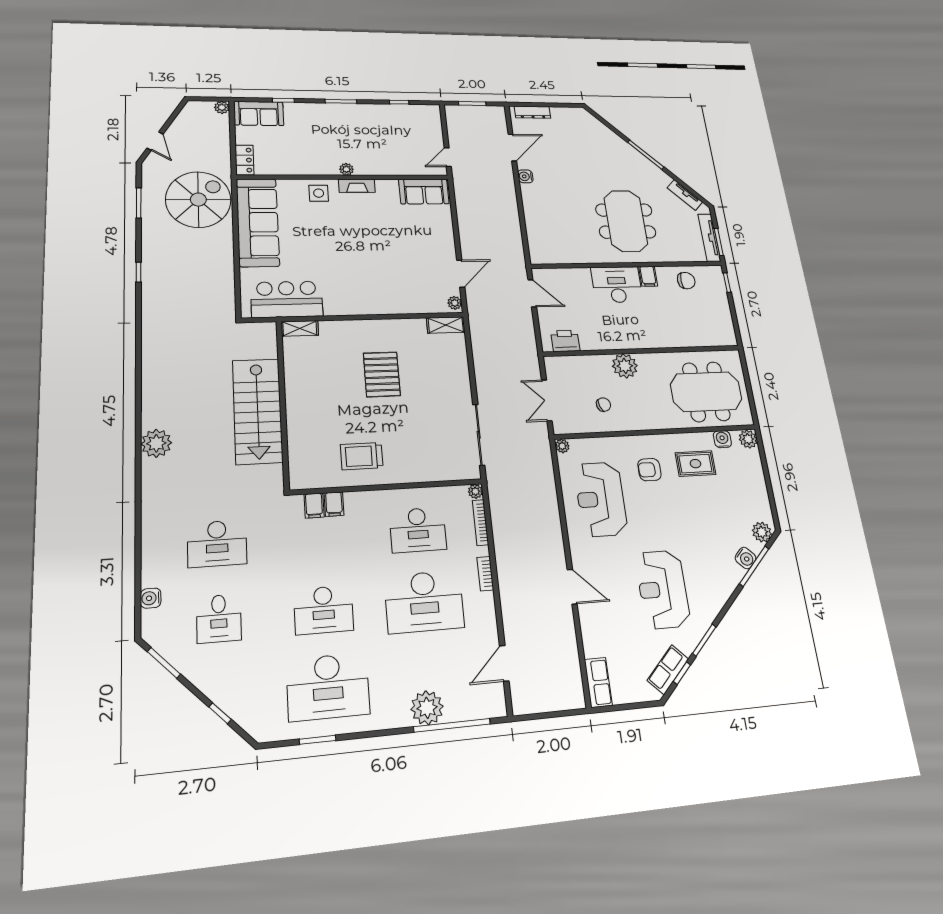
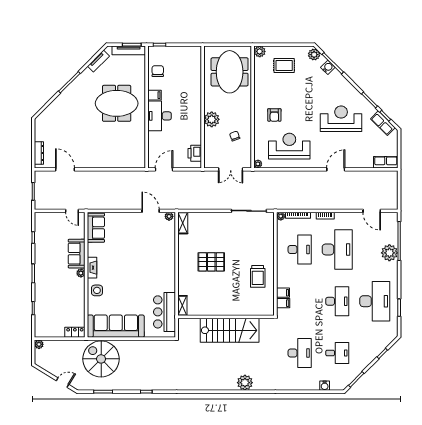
sofa: (259, 113) -> (77, 254), moved, turned 180
water cooler: (525, 176) -> (85, 163), removed
water cooler: (722, 439) -> (259, 67), removed
rug: (695, 464) -> (284, 66), moved, turned 90
reception desk: (601, 499) -> (289, 146), turned 180
reception desk: (663, 589) -> (341, 119), turned 180

